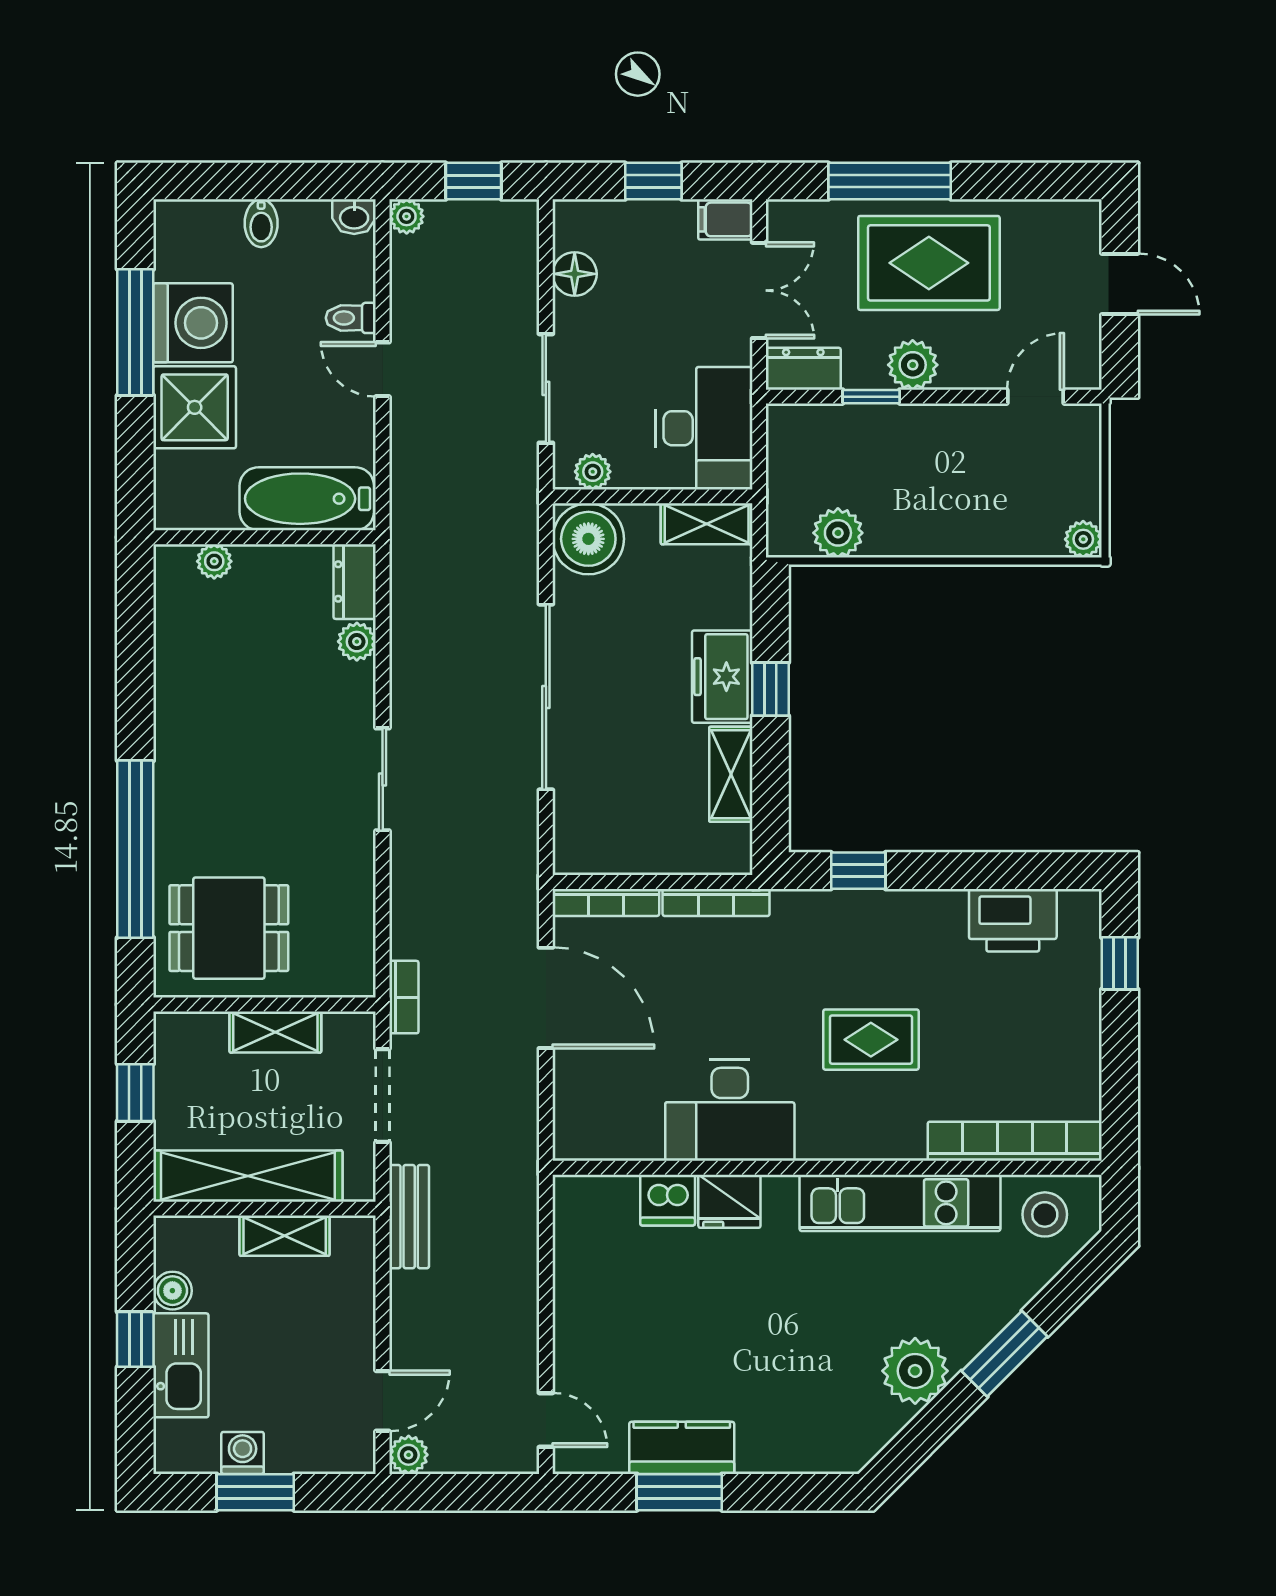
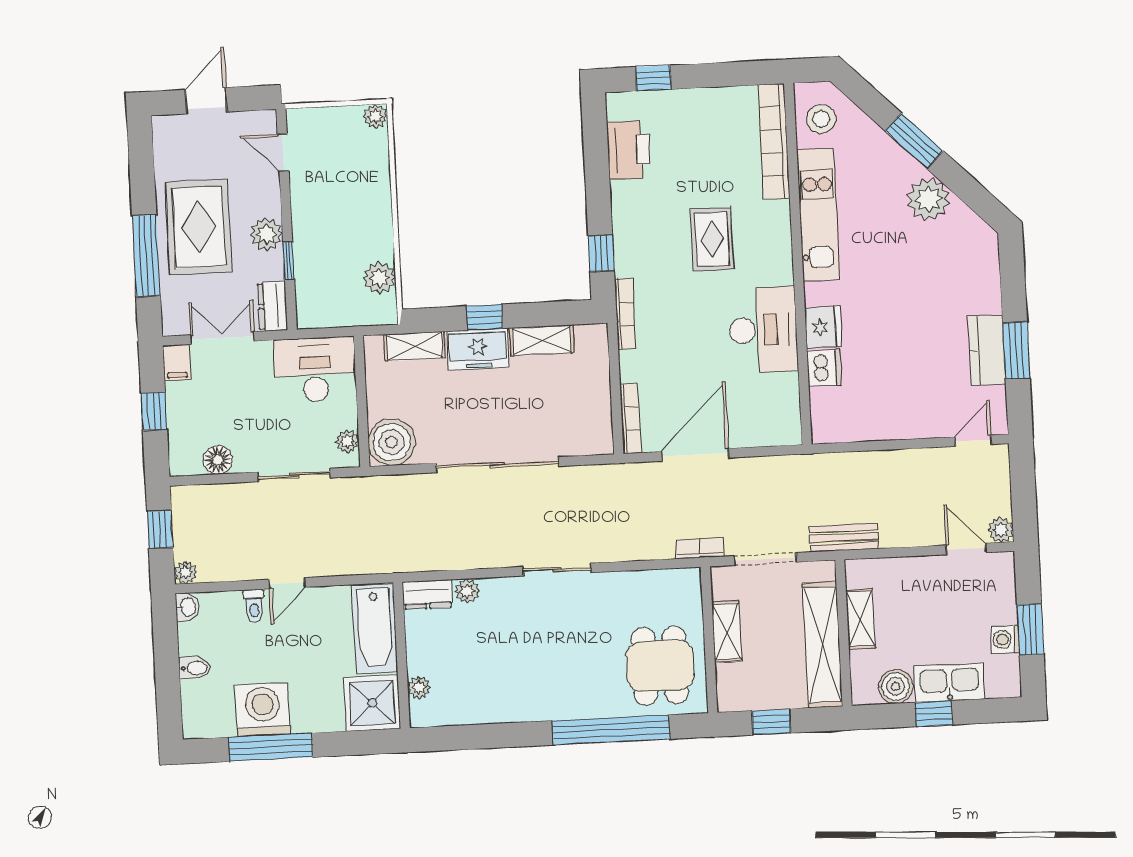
shower: (195, 407) -> (372, 703), moved
shelving: (707, 524) -> (415, 346), moved, turned 90
bookcase: (716, 902) -> (625, 314), moved
boiler: (172, 1291) -> (896, 686), width x1.36, depth x1.36

